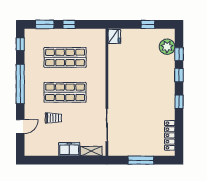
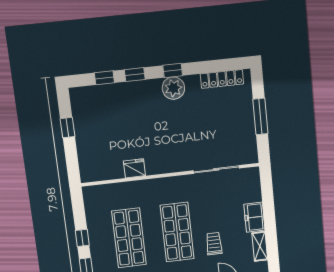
fridge: (114, 37) -> (134, 168), moved
plant: (167, 47) -> (173, 88), moved
shelving: (91, 151) -> (260, 246), moved

